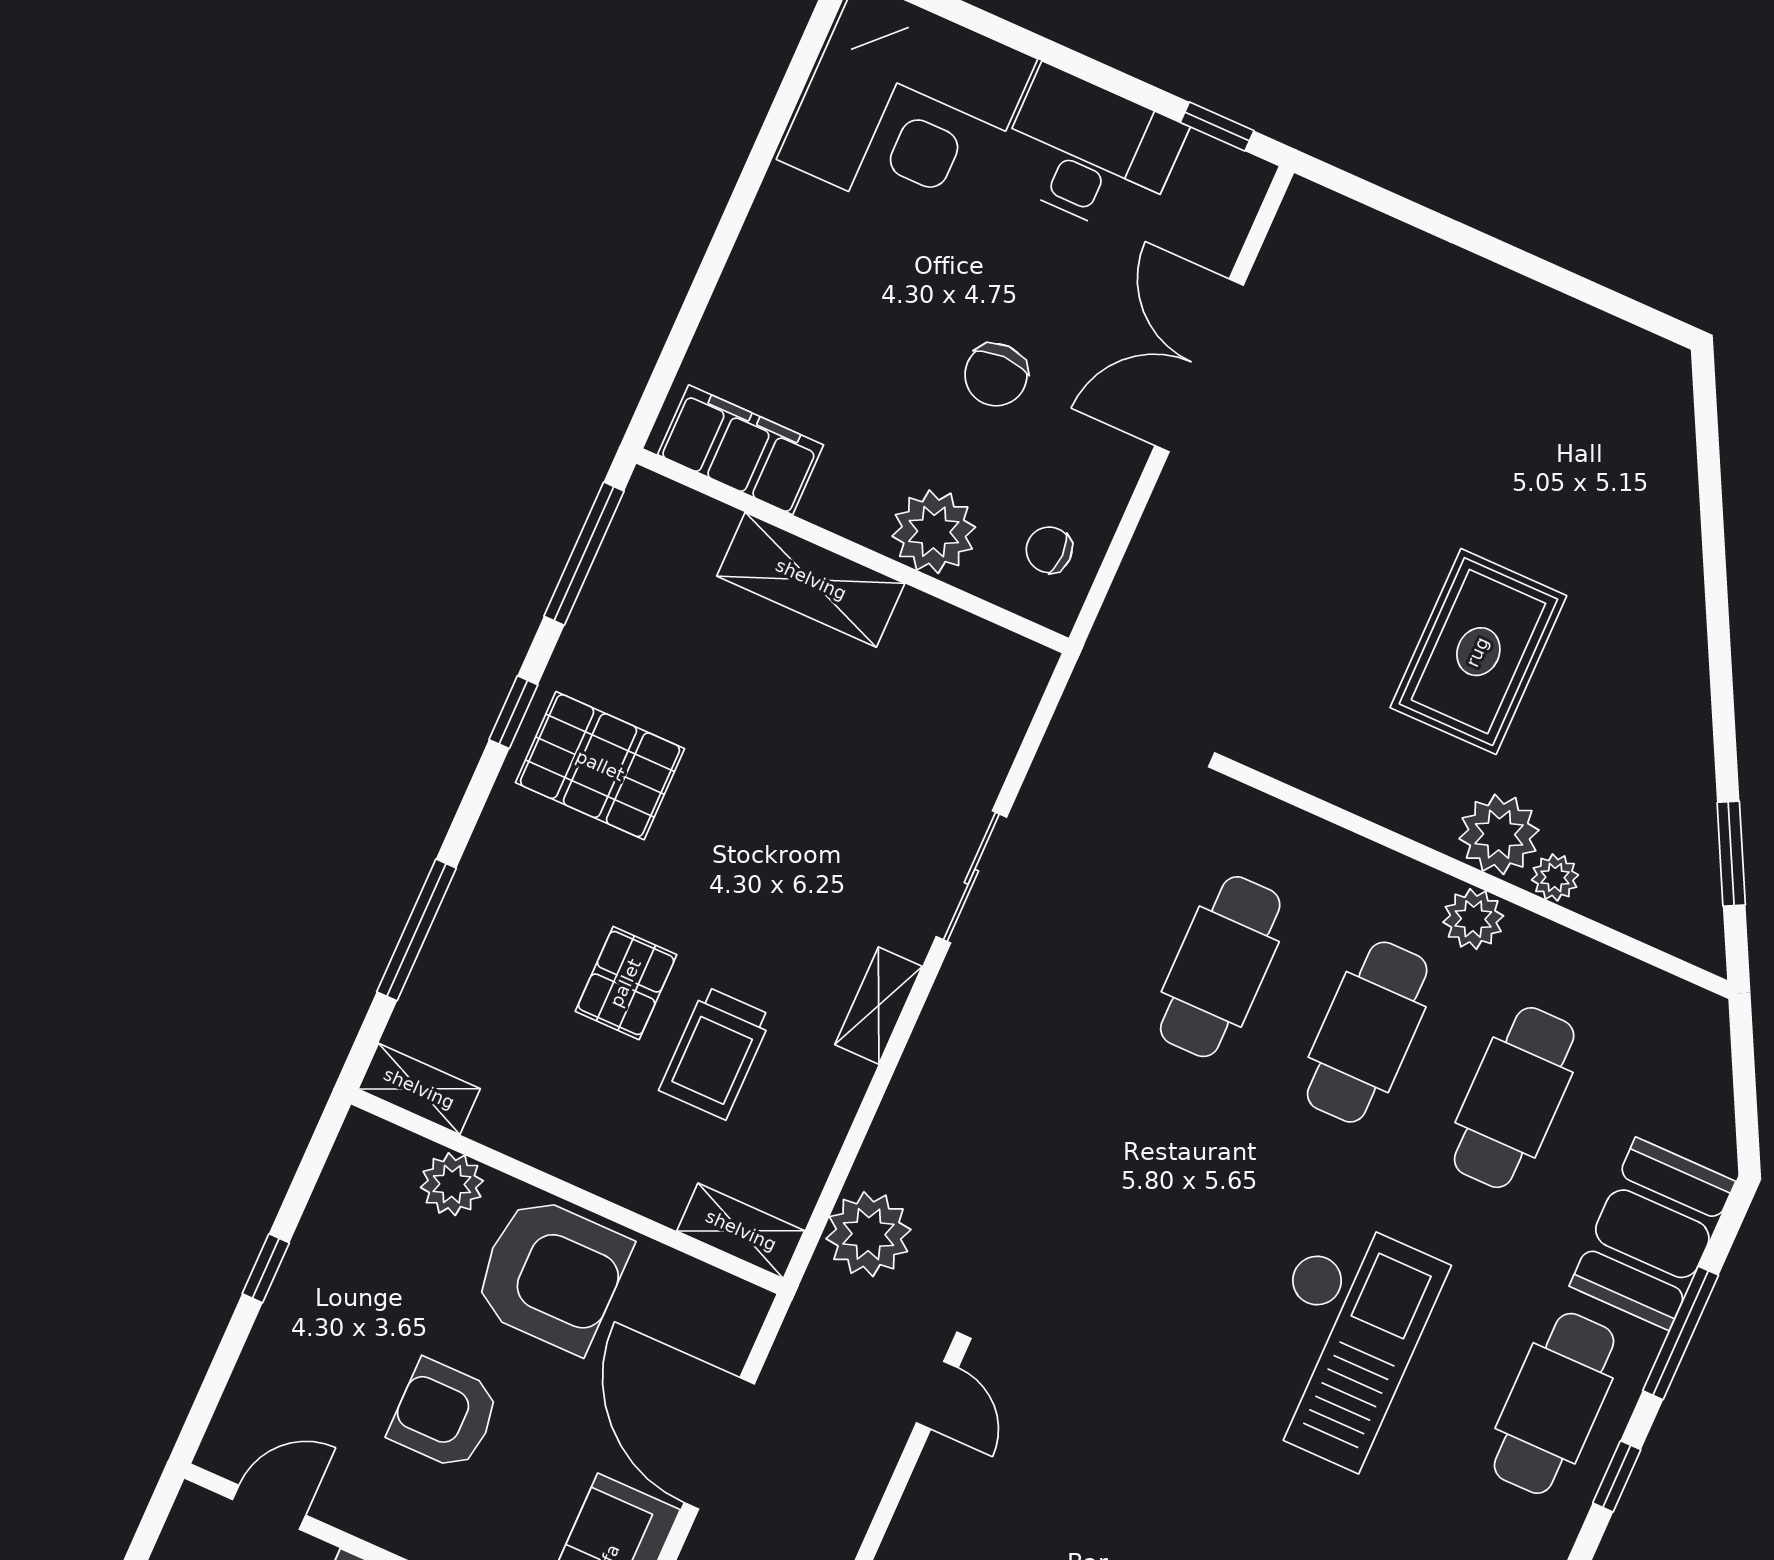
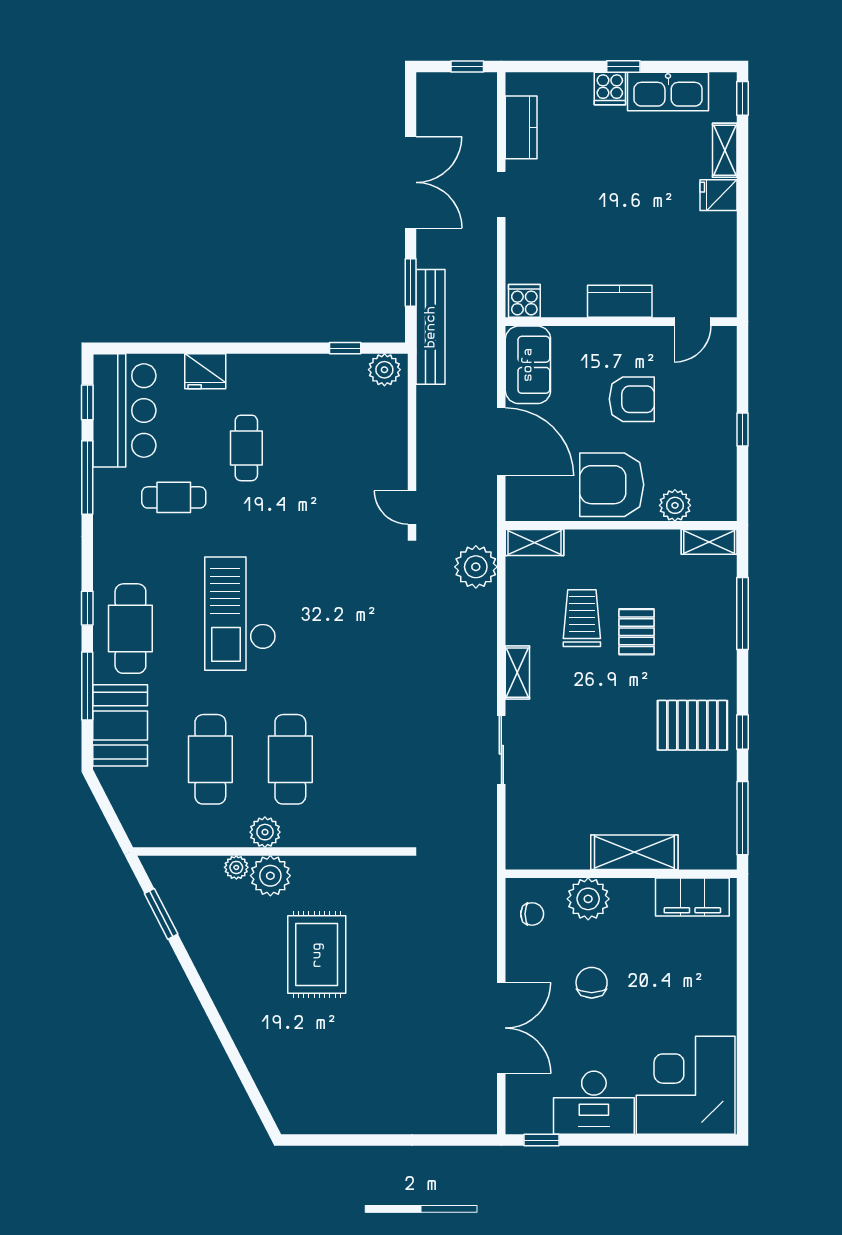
cafe table: (1220, 967) -> (370, 759), removed

